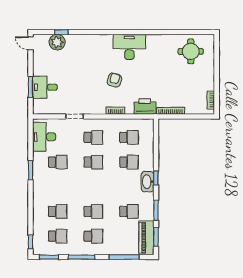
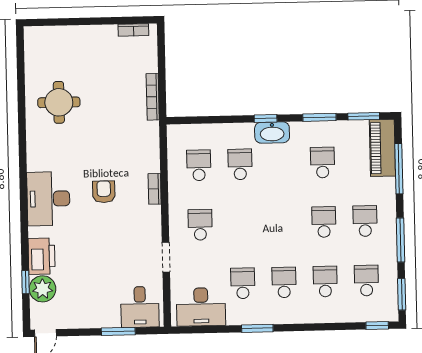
desk: (129, 47) -> (48, 199), moved
round table: (191, 51) -> (59, 102), moved
armchair: (114, 80) -> (104, 192), turned 75
desk: (45, 87) -> (140, 307), moved
printer: (145, 107) -> (42, 256), moved, turned 180
school desk: (93, 162) -> (284, 282), moved
piano: (146, 238) -> (382, 148), moved, turned 90

